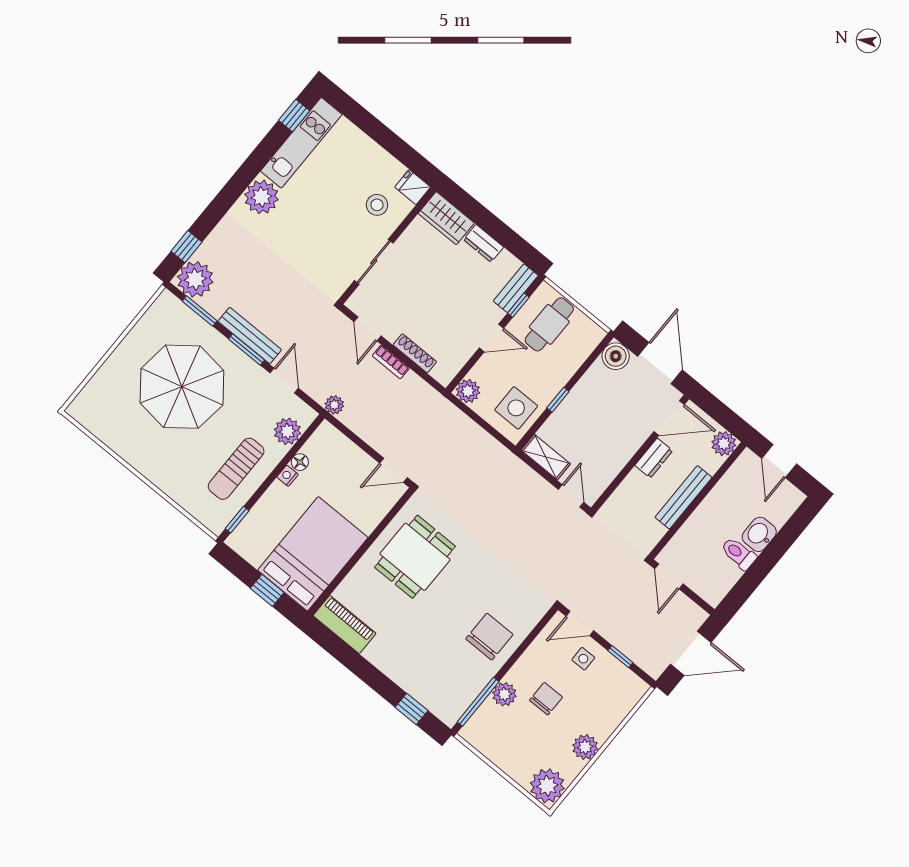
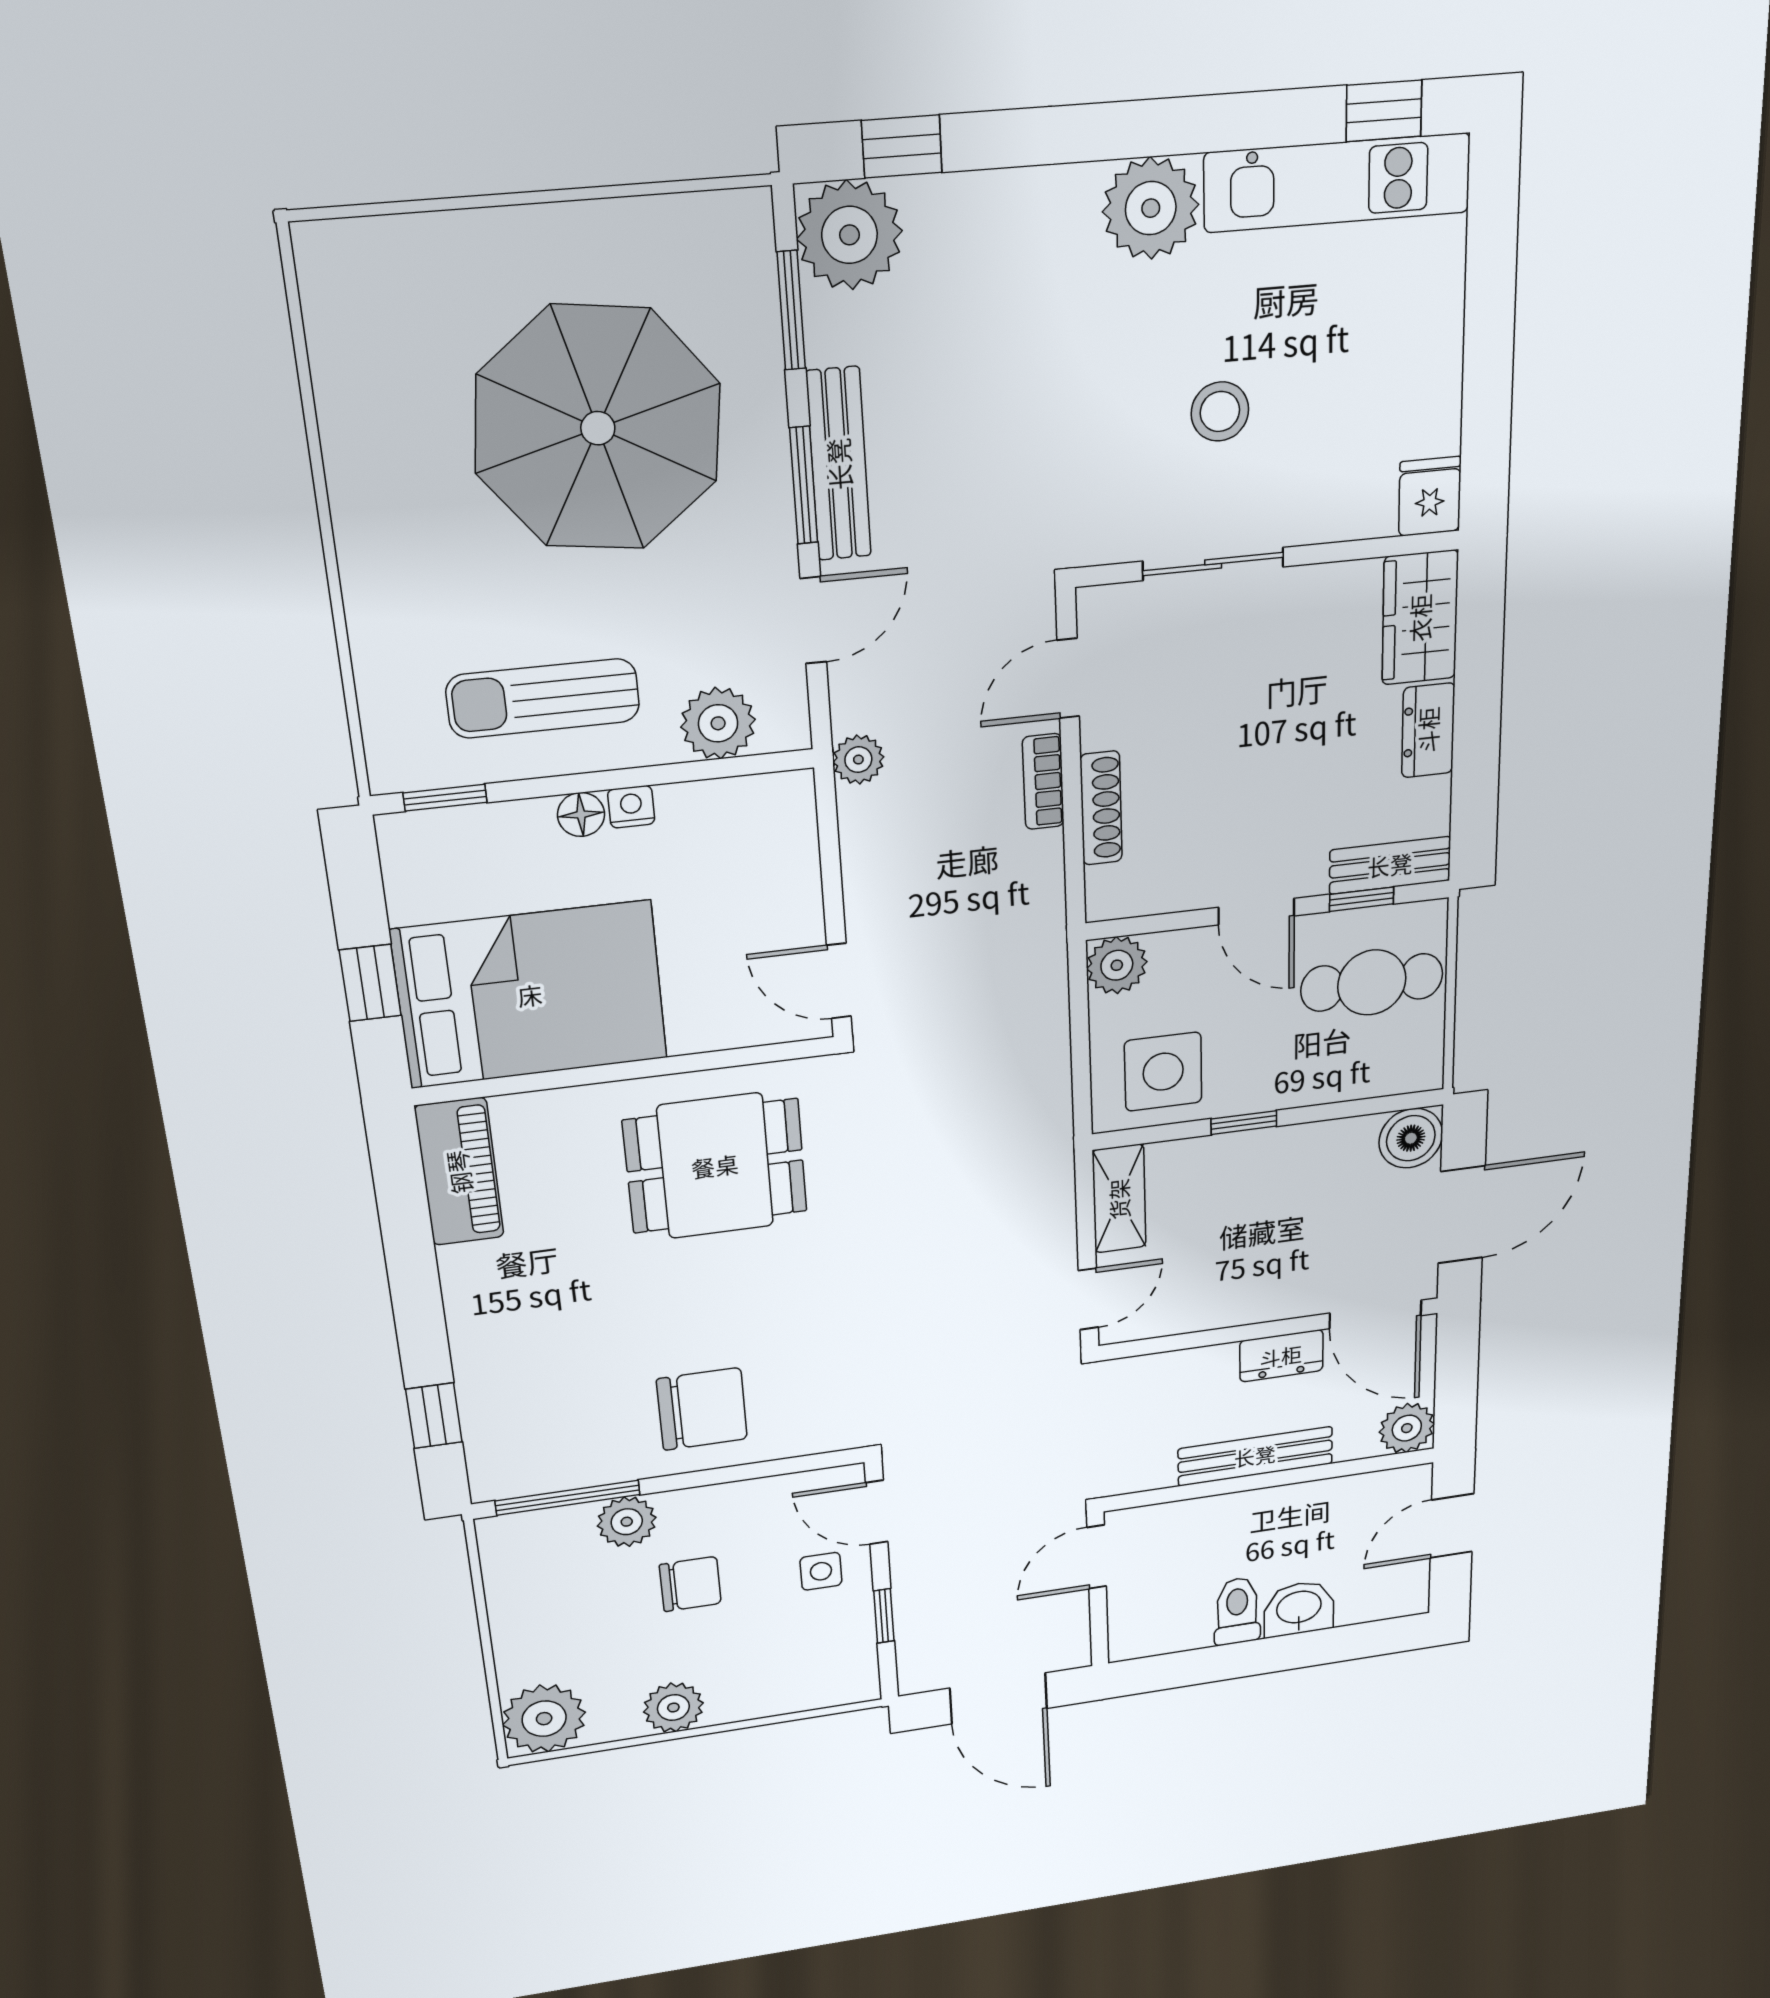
stool: (377, 205) -> (1220, 411), moved
floor lamp: (300, 462) -> (581, 815), moved

